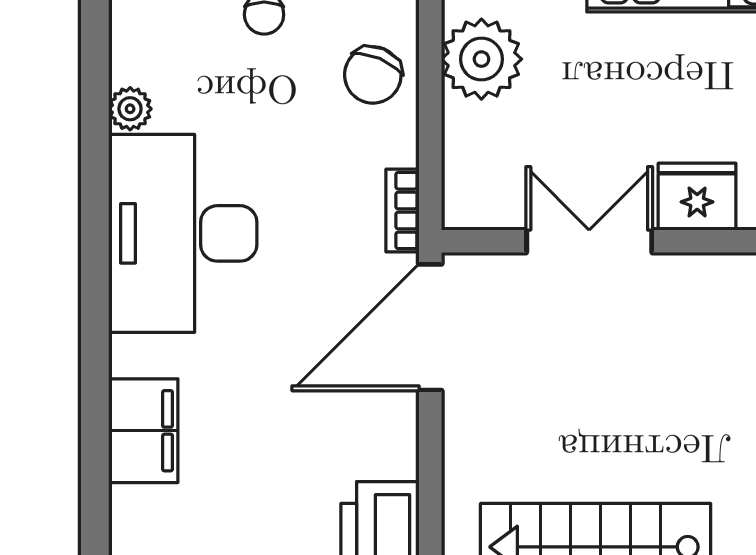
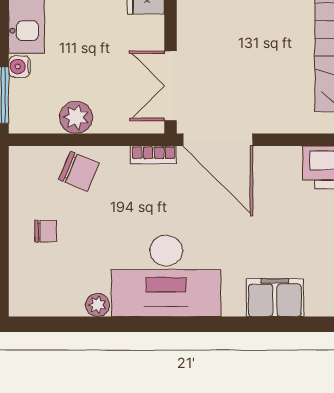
plant: (481, 59) -> (76, 117), width x0.73, depth x0.73
double door: (589, 241) -> (170, 86), moved

